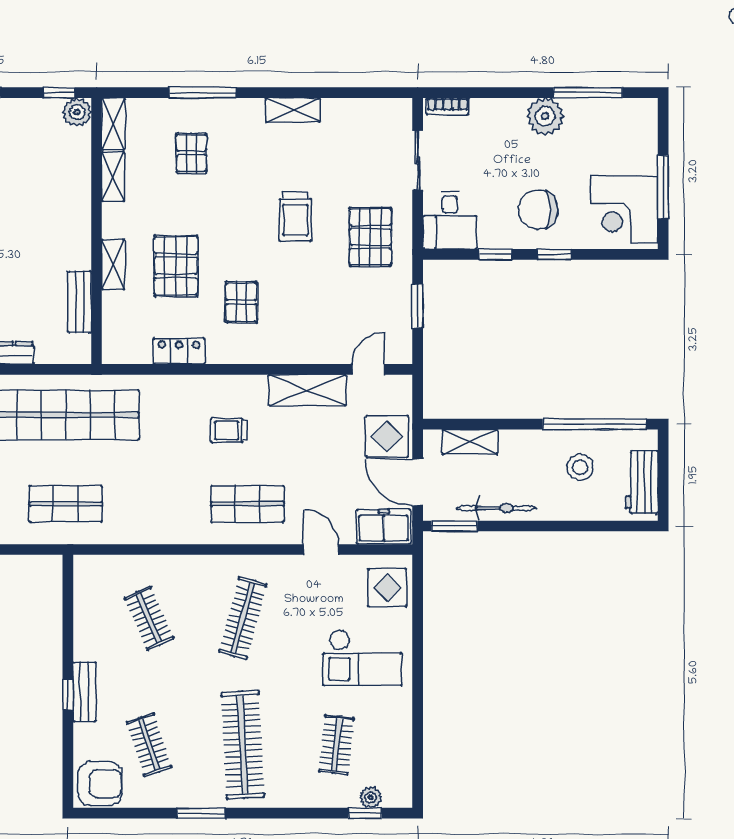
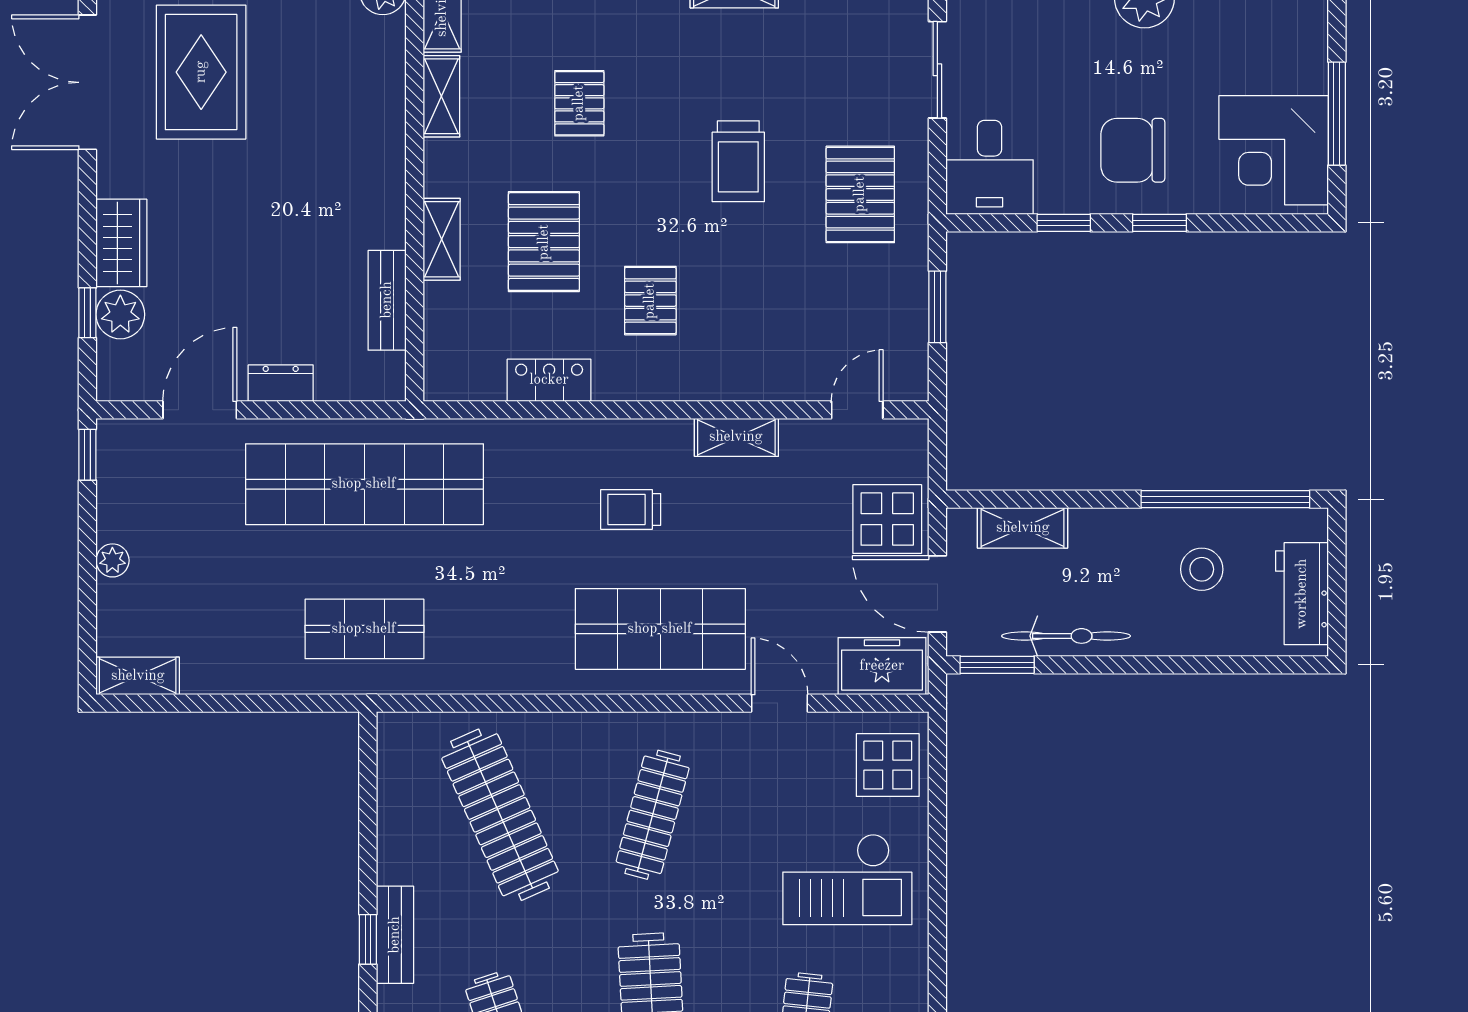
pallet: (191, 153) -> (579, 103), moved
shelving: (307, 390) -> (736, 437), width x0.67, depth x0.75
shop shelf: (247, 504) -> (660, 629), width x1.43, depth x1.36
clothes rail: (149, 618) -> (500, 815), width x1.86, depth x1.31

